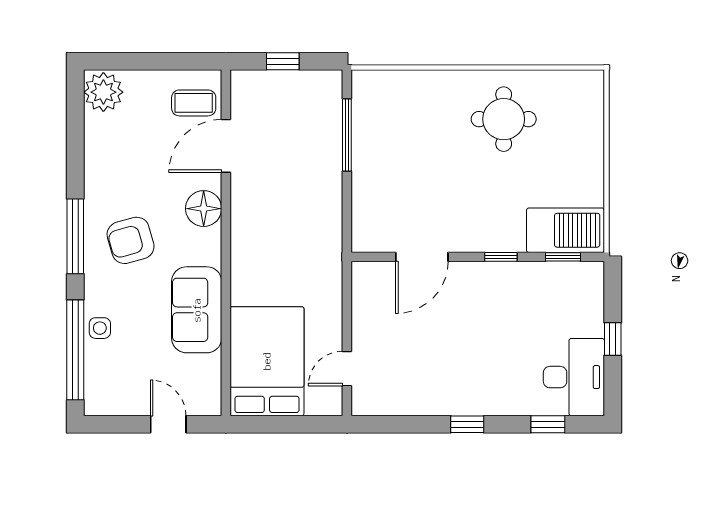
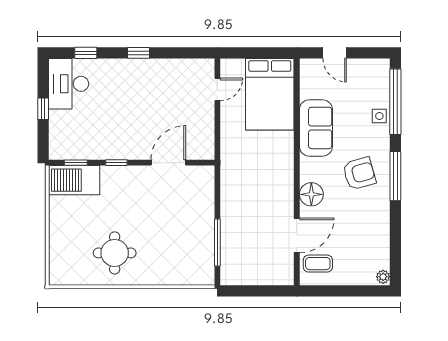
window: (283, 61) -> (259, 291), removed
plant: (103, 92) -> (383, 277), width x0.53, depth x0.53

